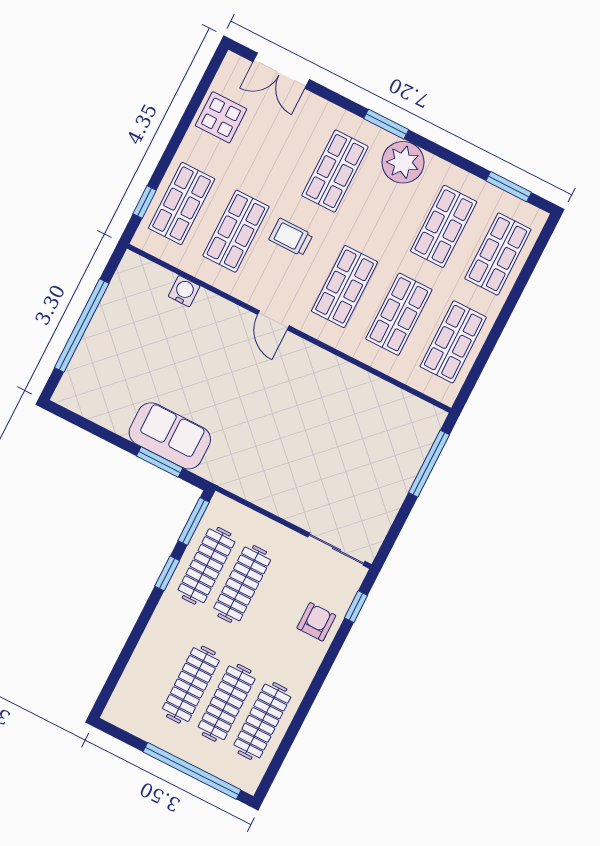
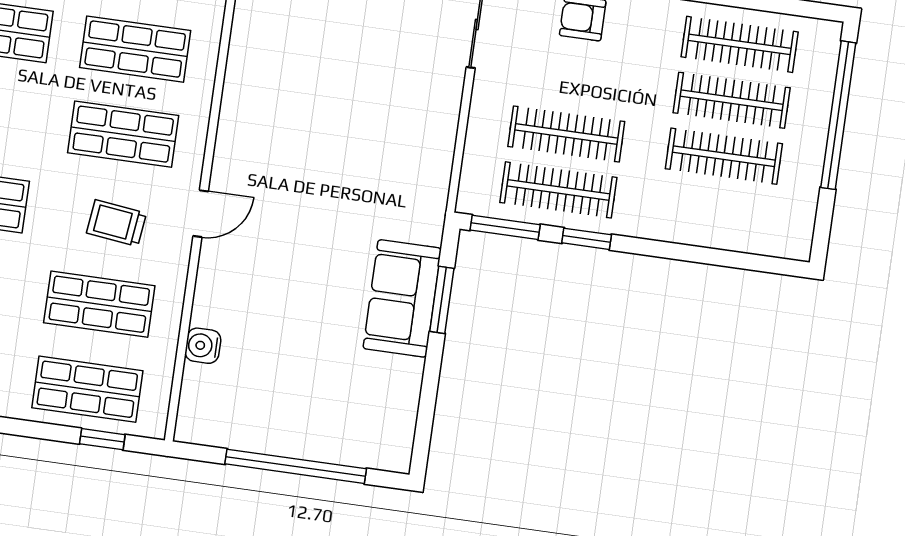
trolley: (291, 237) -> (116, 223), moved, turned 97

